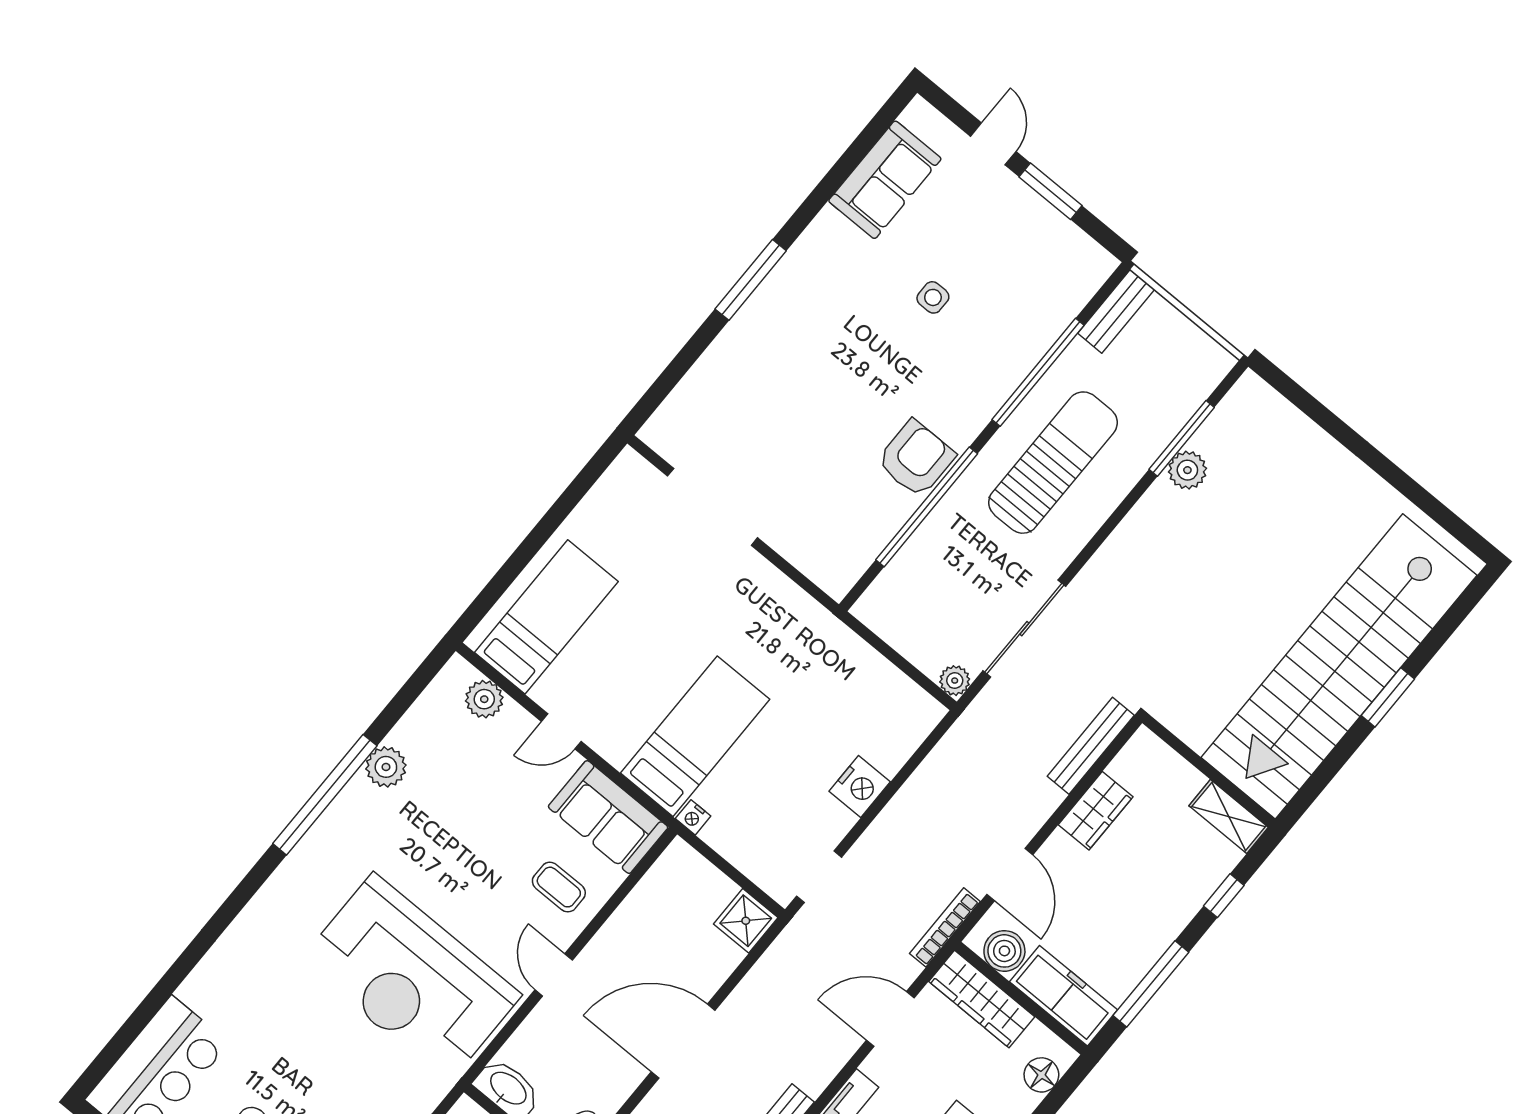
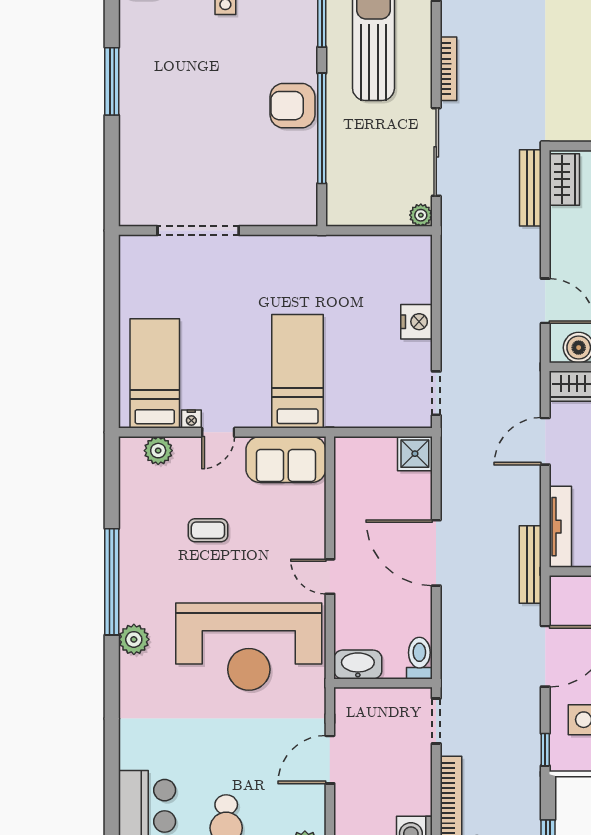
armchair: (916, 459) -> (292, 106), turned -90
plant: (386, 767) -> (134, 639), moved
wardrobe: (1096, 811) -> (564, 179), moved
nightstand: (693, 817) -> (191, 419), moved
coffee table: (559, 887) -> (208, 530), moved
bookcase: (945, 927) -> (448, 69), moved, turned 180
door: (683, 1041) -> (436, 553), hinge flipped

